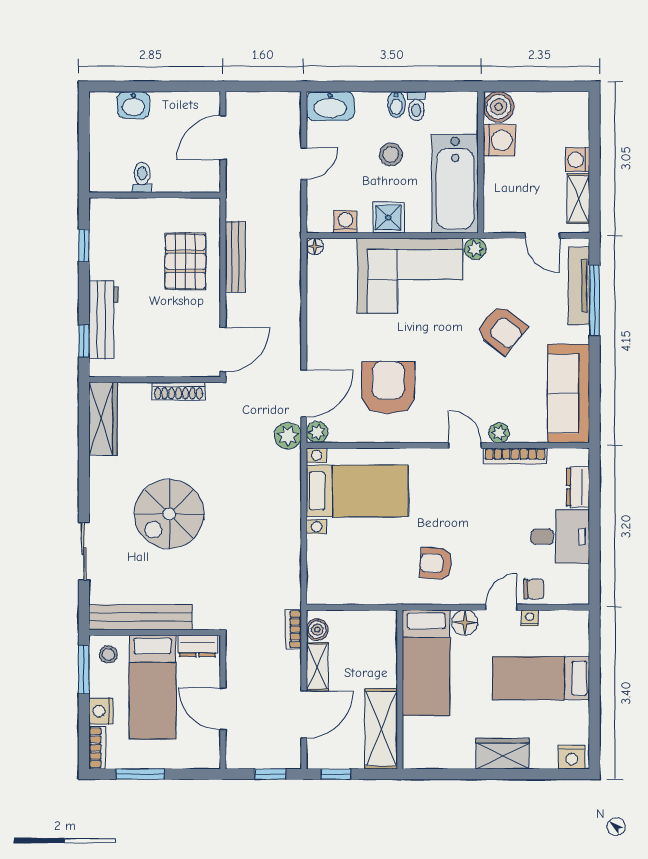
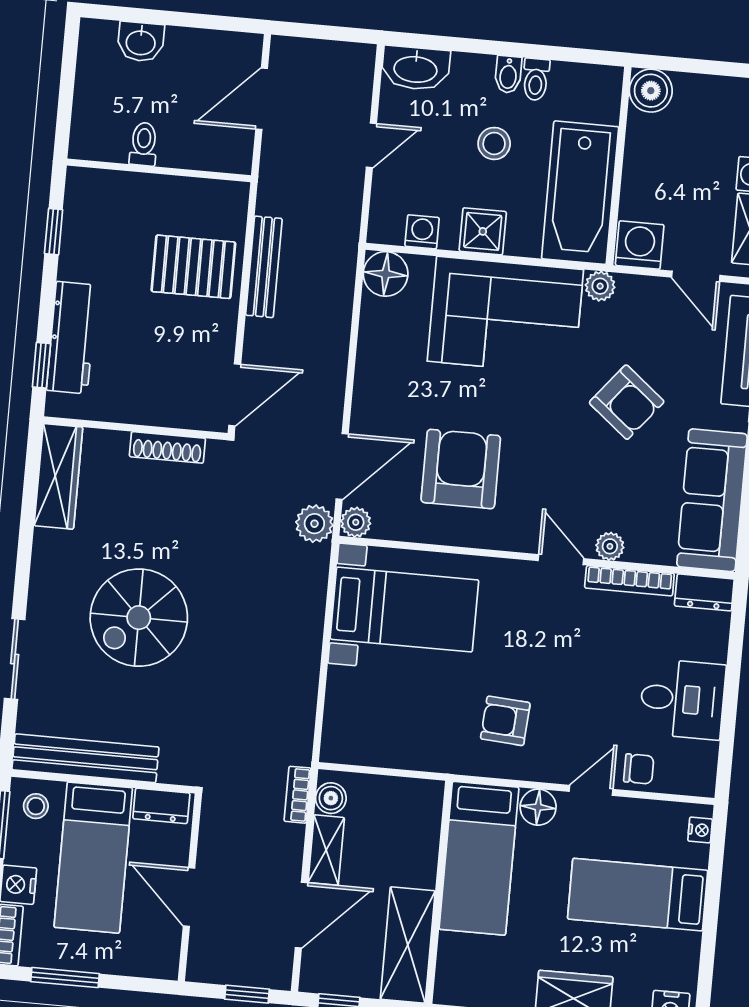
washing machine: (499, 140) -> (640, 245), moved, turned -90
floor lamp: (315, 247) -> (386, 274), width x1.89, depth x1.89
pallet: (185, 261) -> (193, 267), turned 90
dresser: (578, 487) -> (704, 592), moved, turned -90
nightstand: (530, 618) -> (700, 830), moved, turned 90

